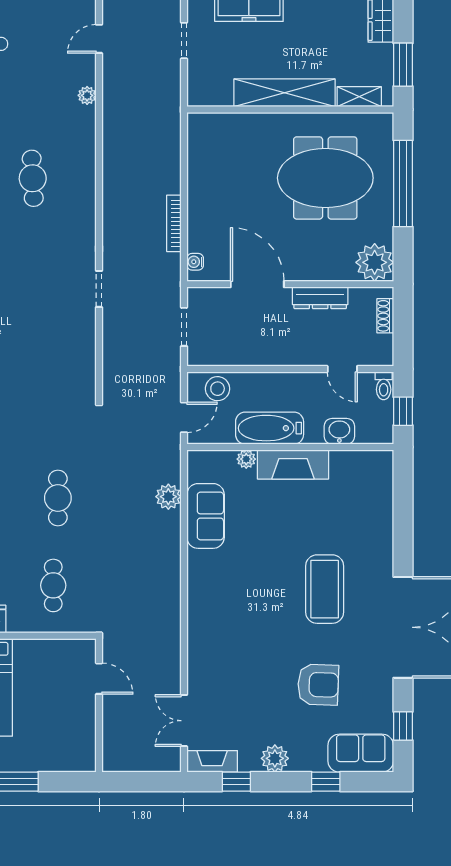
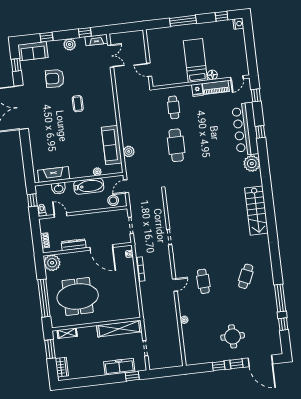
door: (99, 39) -> (175, 285), moved
shelving: (284, 93) -> (119, 329), moved
fireplace: (293, 464) -> (54, 175), moved
cafe table: (58, 498) -> (176, 145), width x1.37, depth x1.35
sofa: (206, 516) -> (112, 145), width x1.36
coffee table: (325, 589) -> (78, 104), moved, width x0.54, depth x0.58

